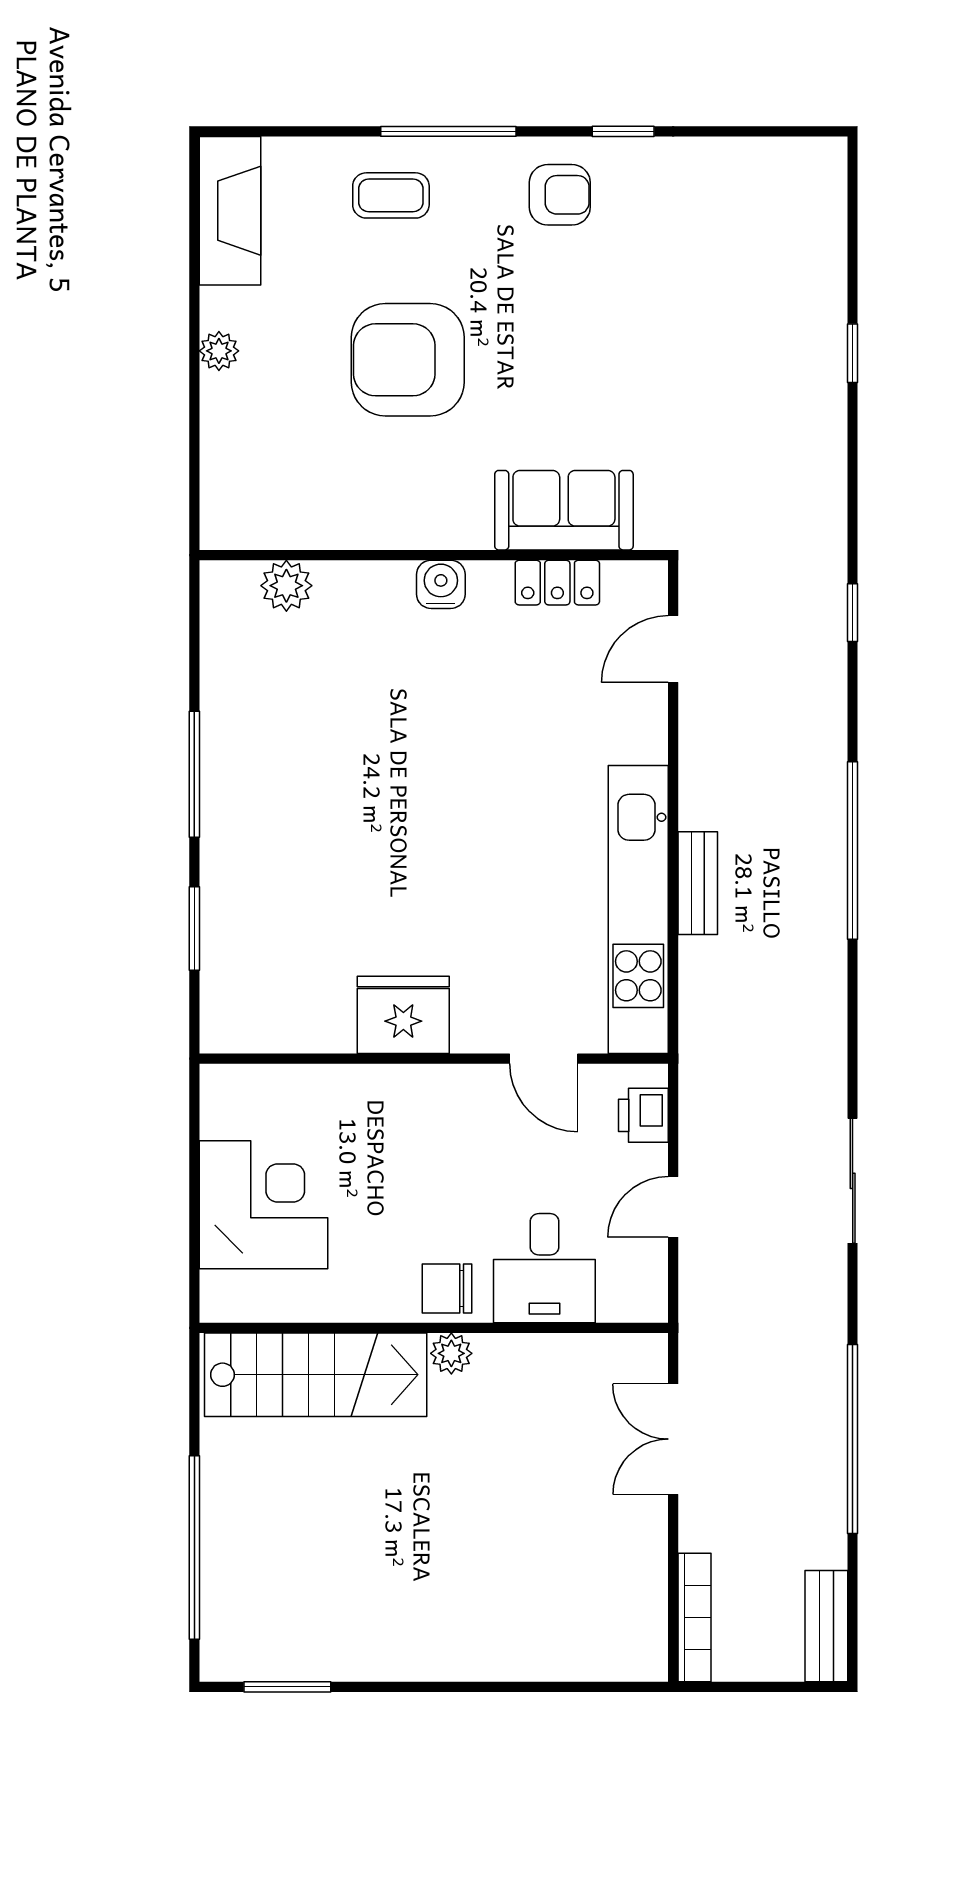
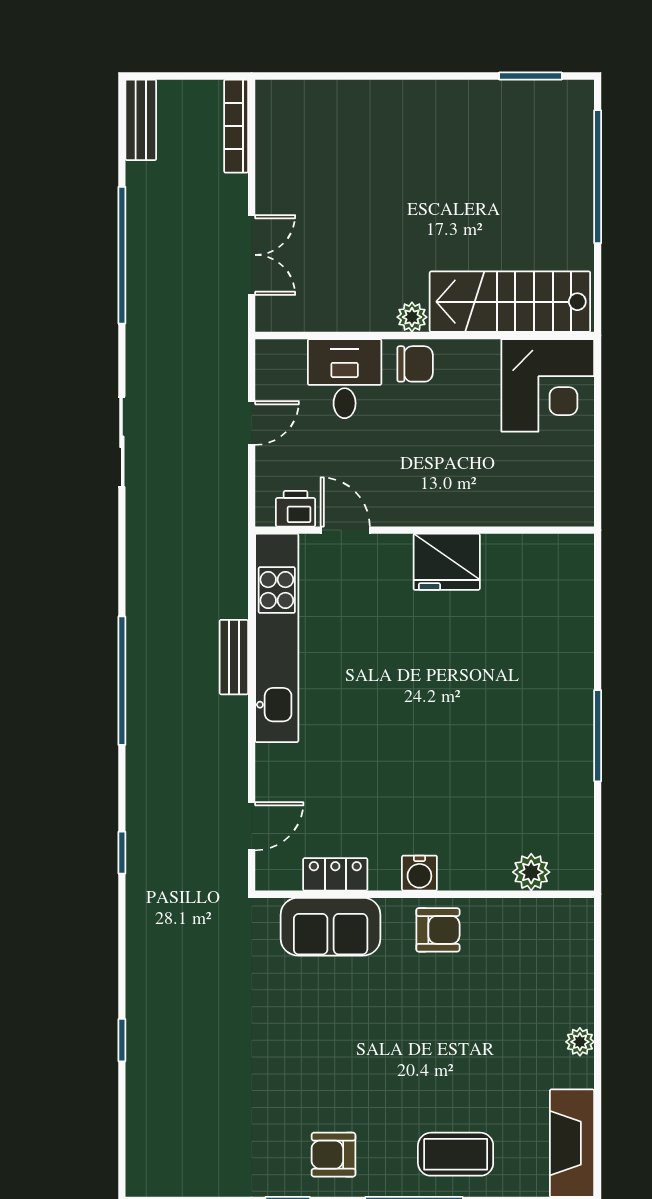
coffee table: (391, 195) -> (456, 1154), width x1.36, depth x1.30
armchair: (408, 360) -> (438, 930), moved, width x0.53, depth x0.53
window: (194, 928) -> (598, 624), removed
printer: (643, 1115) -> (296, 509), moved, turned -90
corner desk: (263, 1205) -> (548, 385), moved, turned -90

